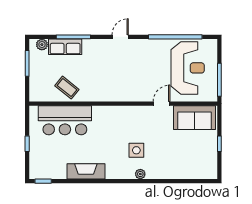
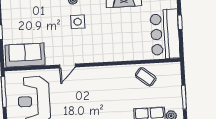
door: (162, 104) -> (68, 66), moved
bar counter: (65, 120) -> (165, 34), moved, turned -90

